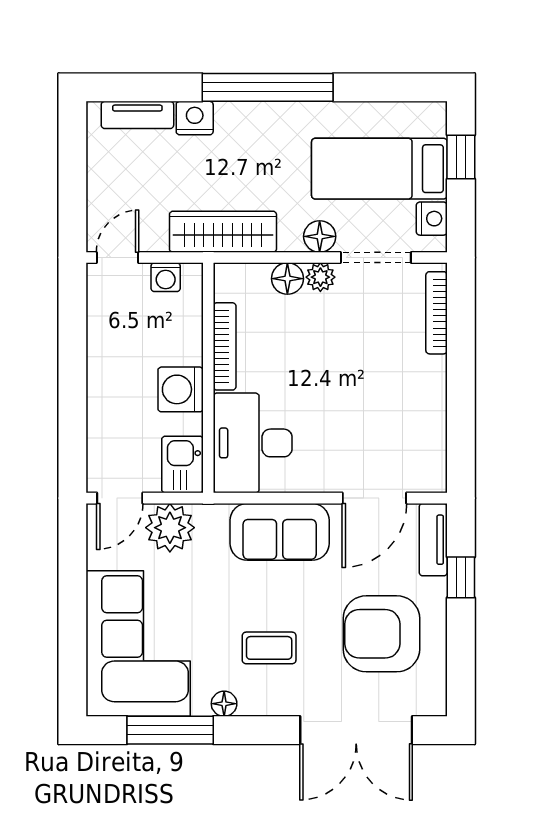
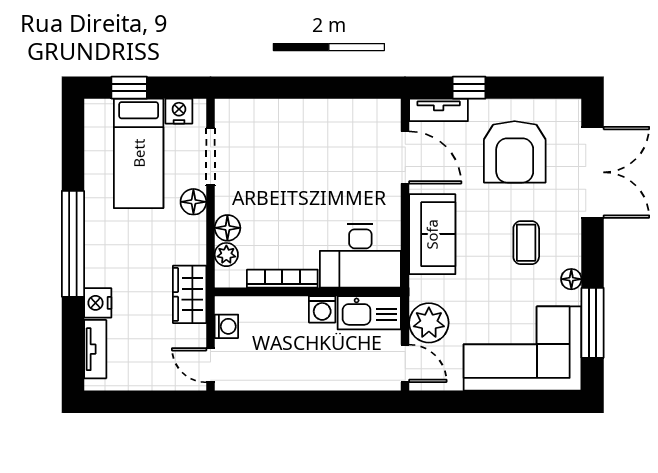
wardrobe: (223, 232) -> (190, 294), width x0.67
plant: (320, 277) -> (226, 255), moved
bookcase: (437, 313) -> (255, 107), removed
washing machine: (181, 389) -> (322, 309), width x0.73, depth x0.73
kitchen sink: (182, 465) -> (369, 313), width x1.38

